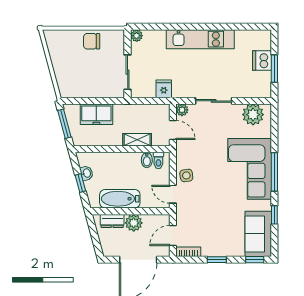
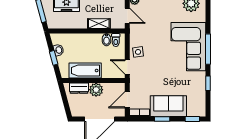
sofa: (258, 234) -> (168, 106), moved, turned 90

